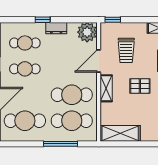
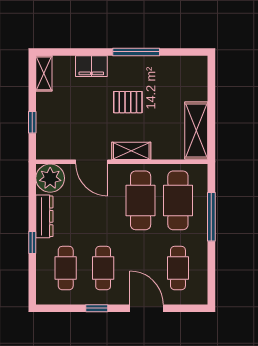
window: (113, 20) -> (32, 122), moved
dresser: (56, 28) -> (44, 216), width x1.44
trolley: (126, 50) -> (76, 122), removed
pallet: (140, 86) -> (128, 102), turned 90
cafe table: (25, 121) -> (178, 268), width x0.73, depth x0.74

